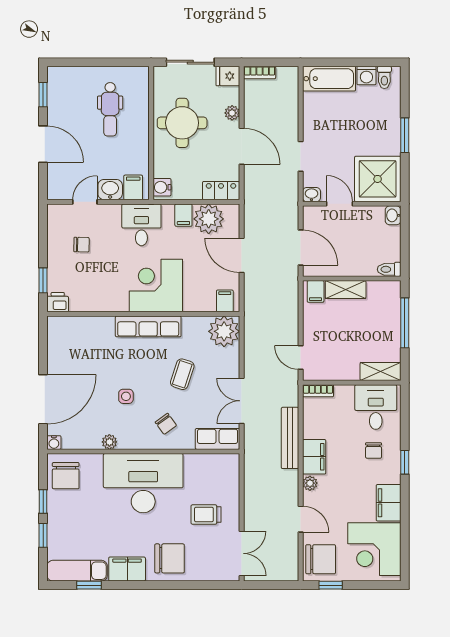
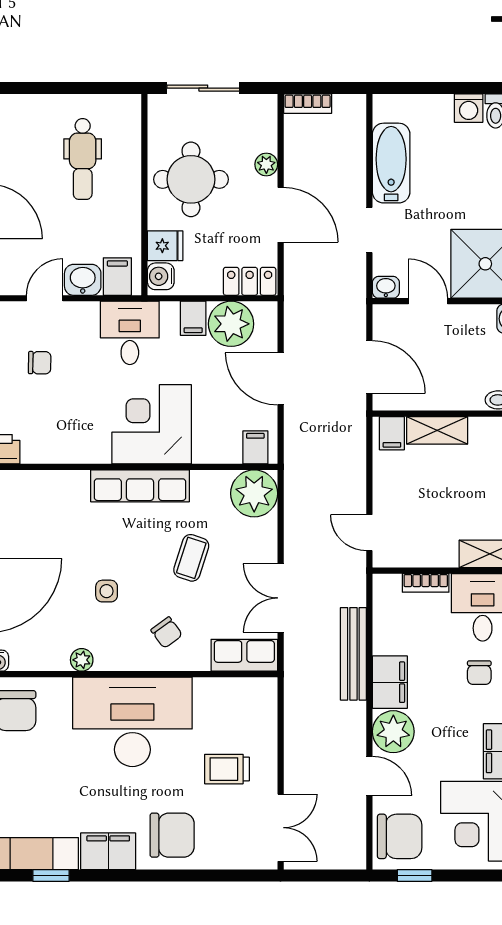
fridge: (228, 76) -> (165, 246), moved, turned 180
bathtub: (329, 79) -> (391, 163), moved, turned -90
bookcase: (318, 391) -> (426, 583), moved
plant: (310, 483) -> (393, 732), width x1.88, depth x1.88

